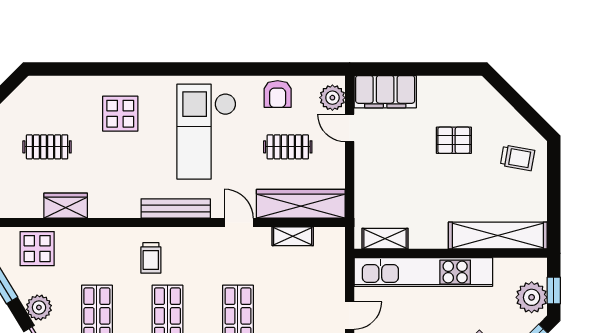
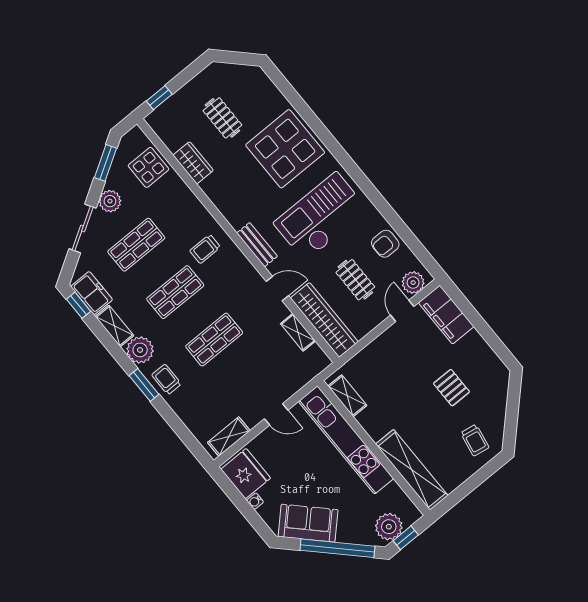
display table: (120, 114) -> (285, 149), width x1.86, depth x1.86
bench: (176, 209) -> (257, 245), width x0.73
door: (239, 223) -> (277, 288), hinge flipped

